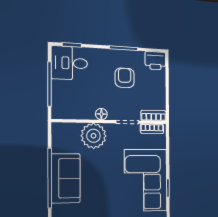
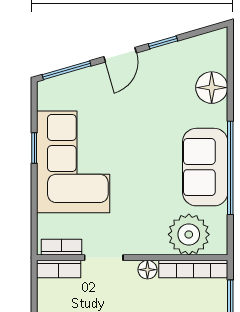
bookcase: (73, 114) -> (193, 269), added
plant: (94, 136) -> (189, 234), moved

